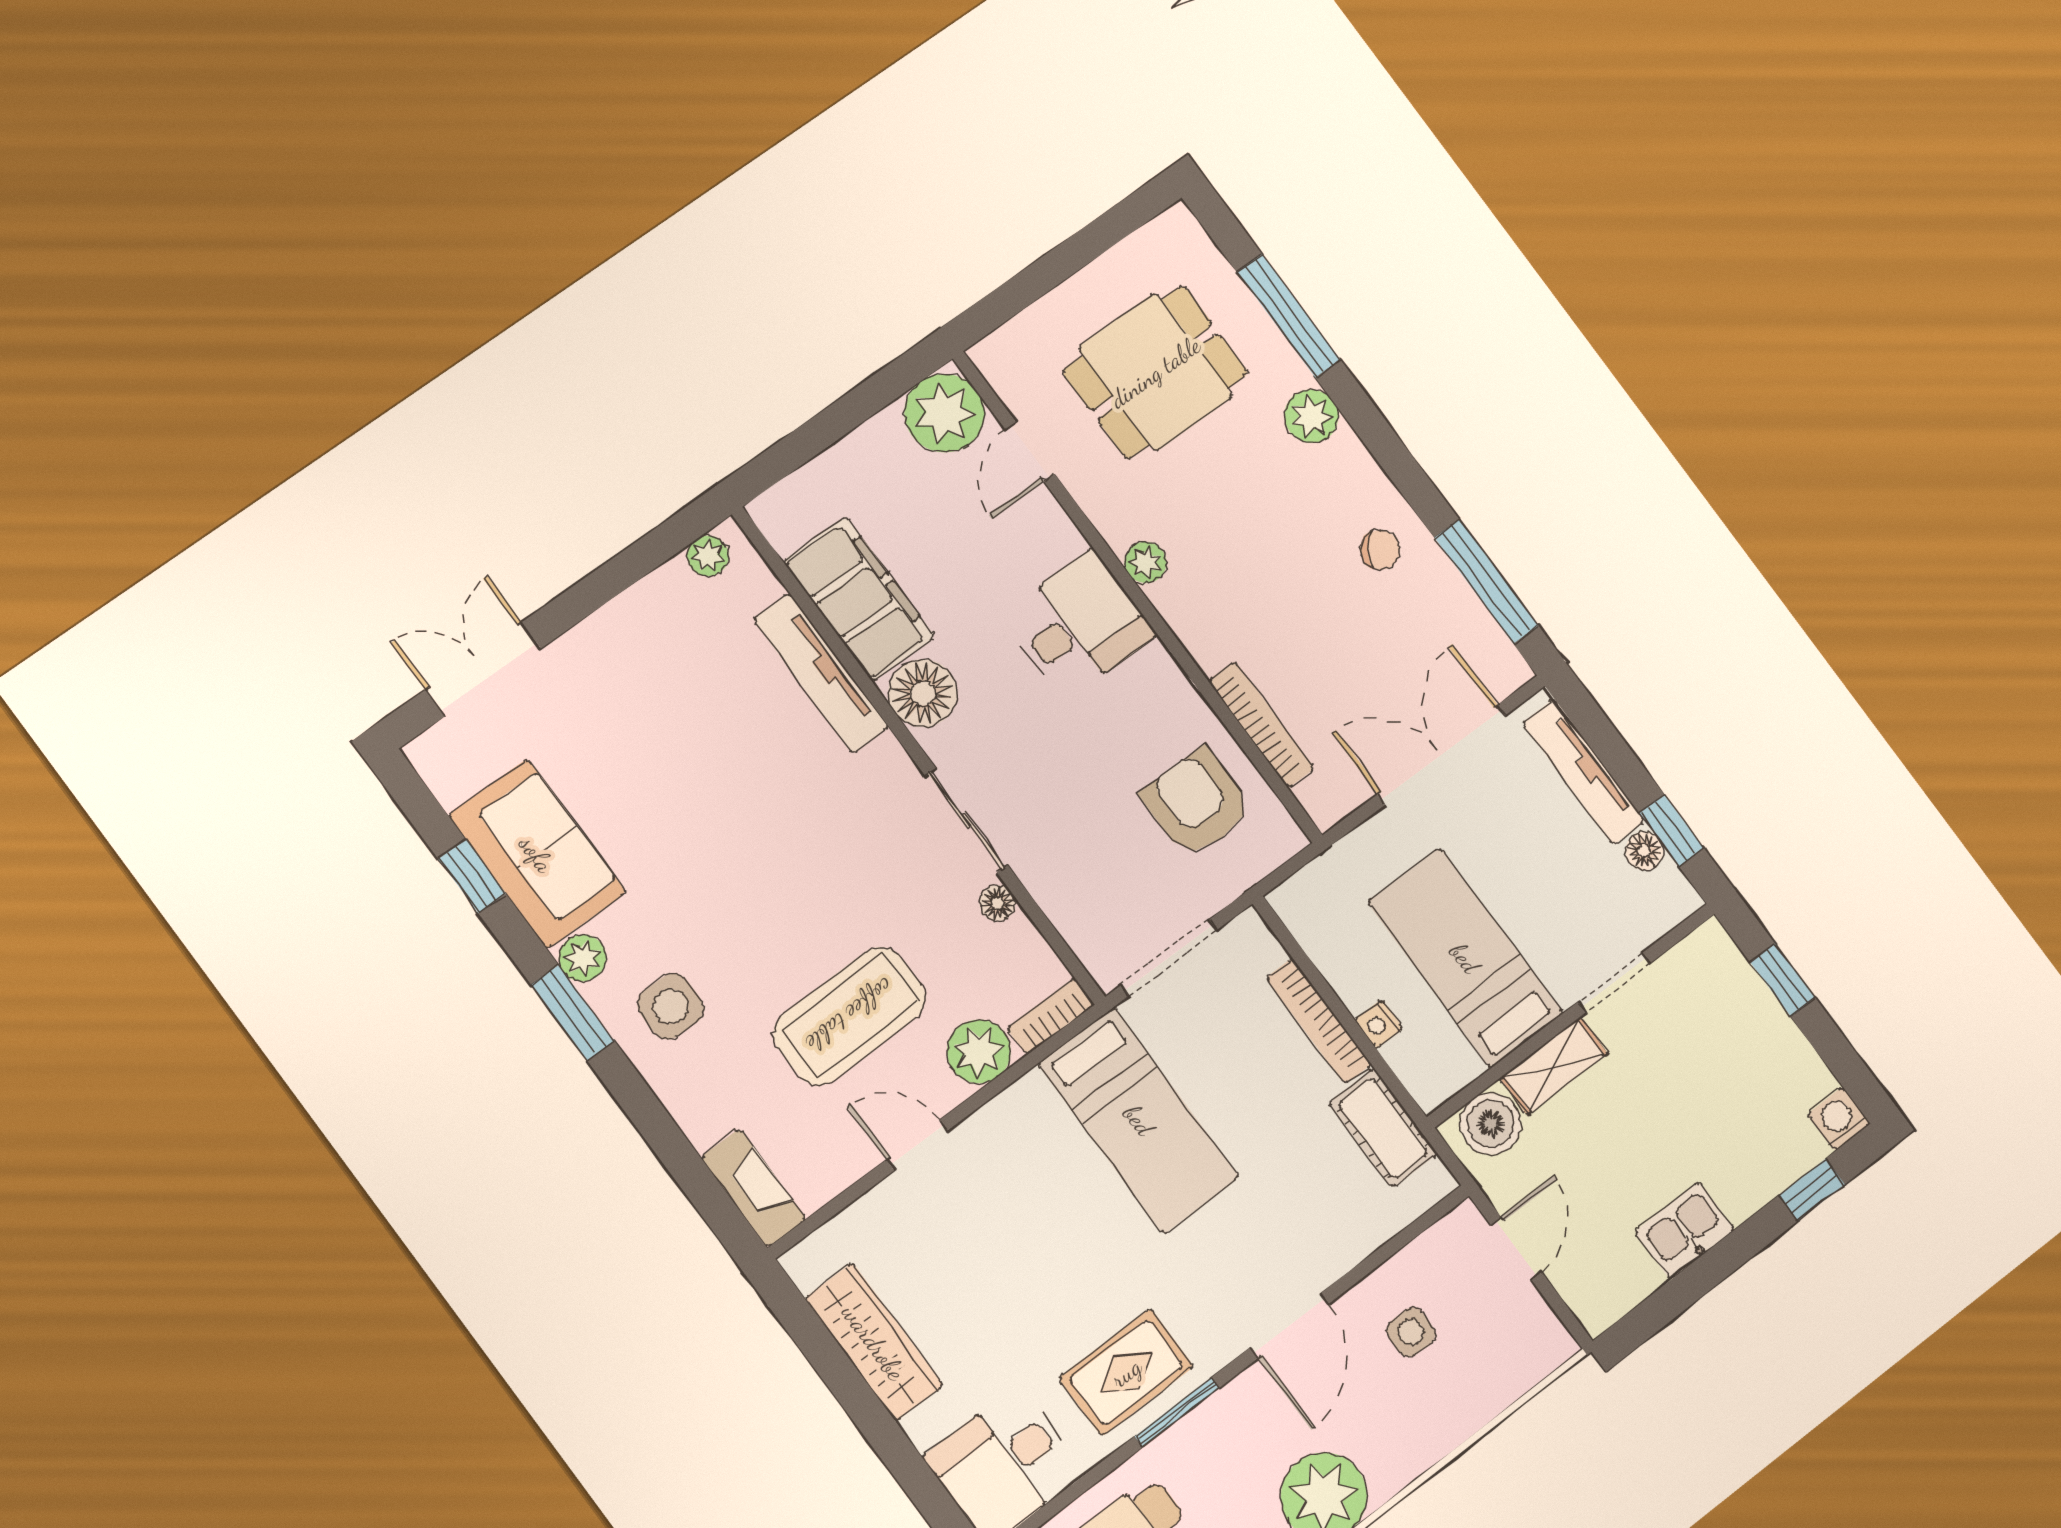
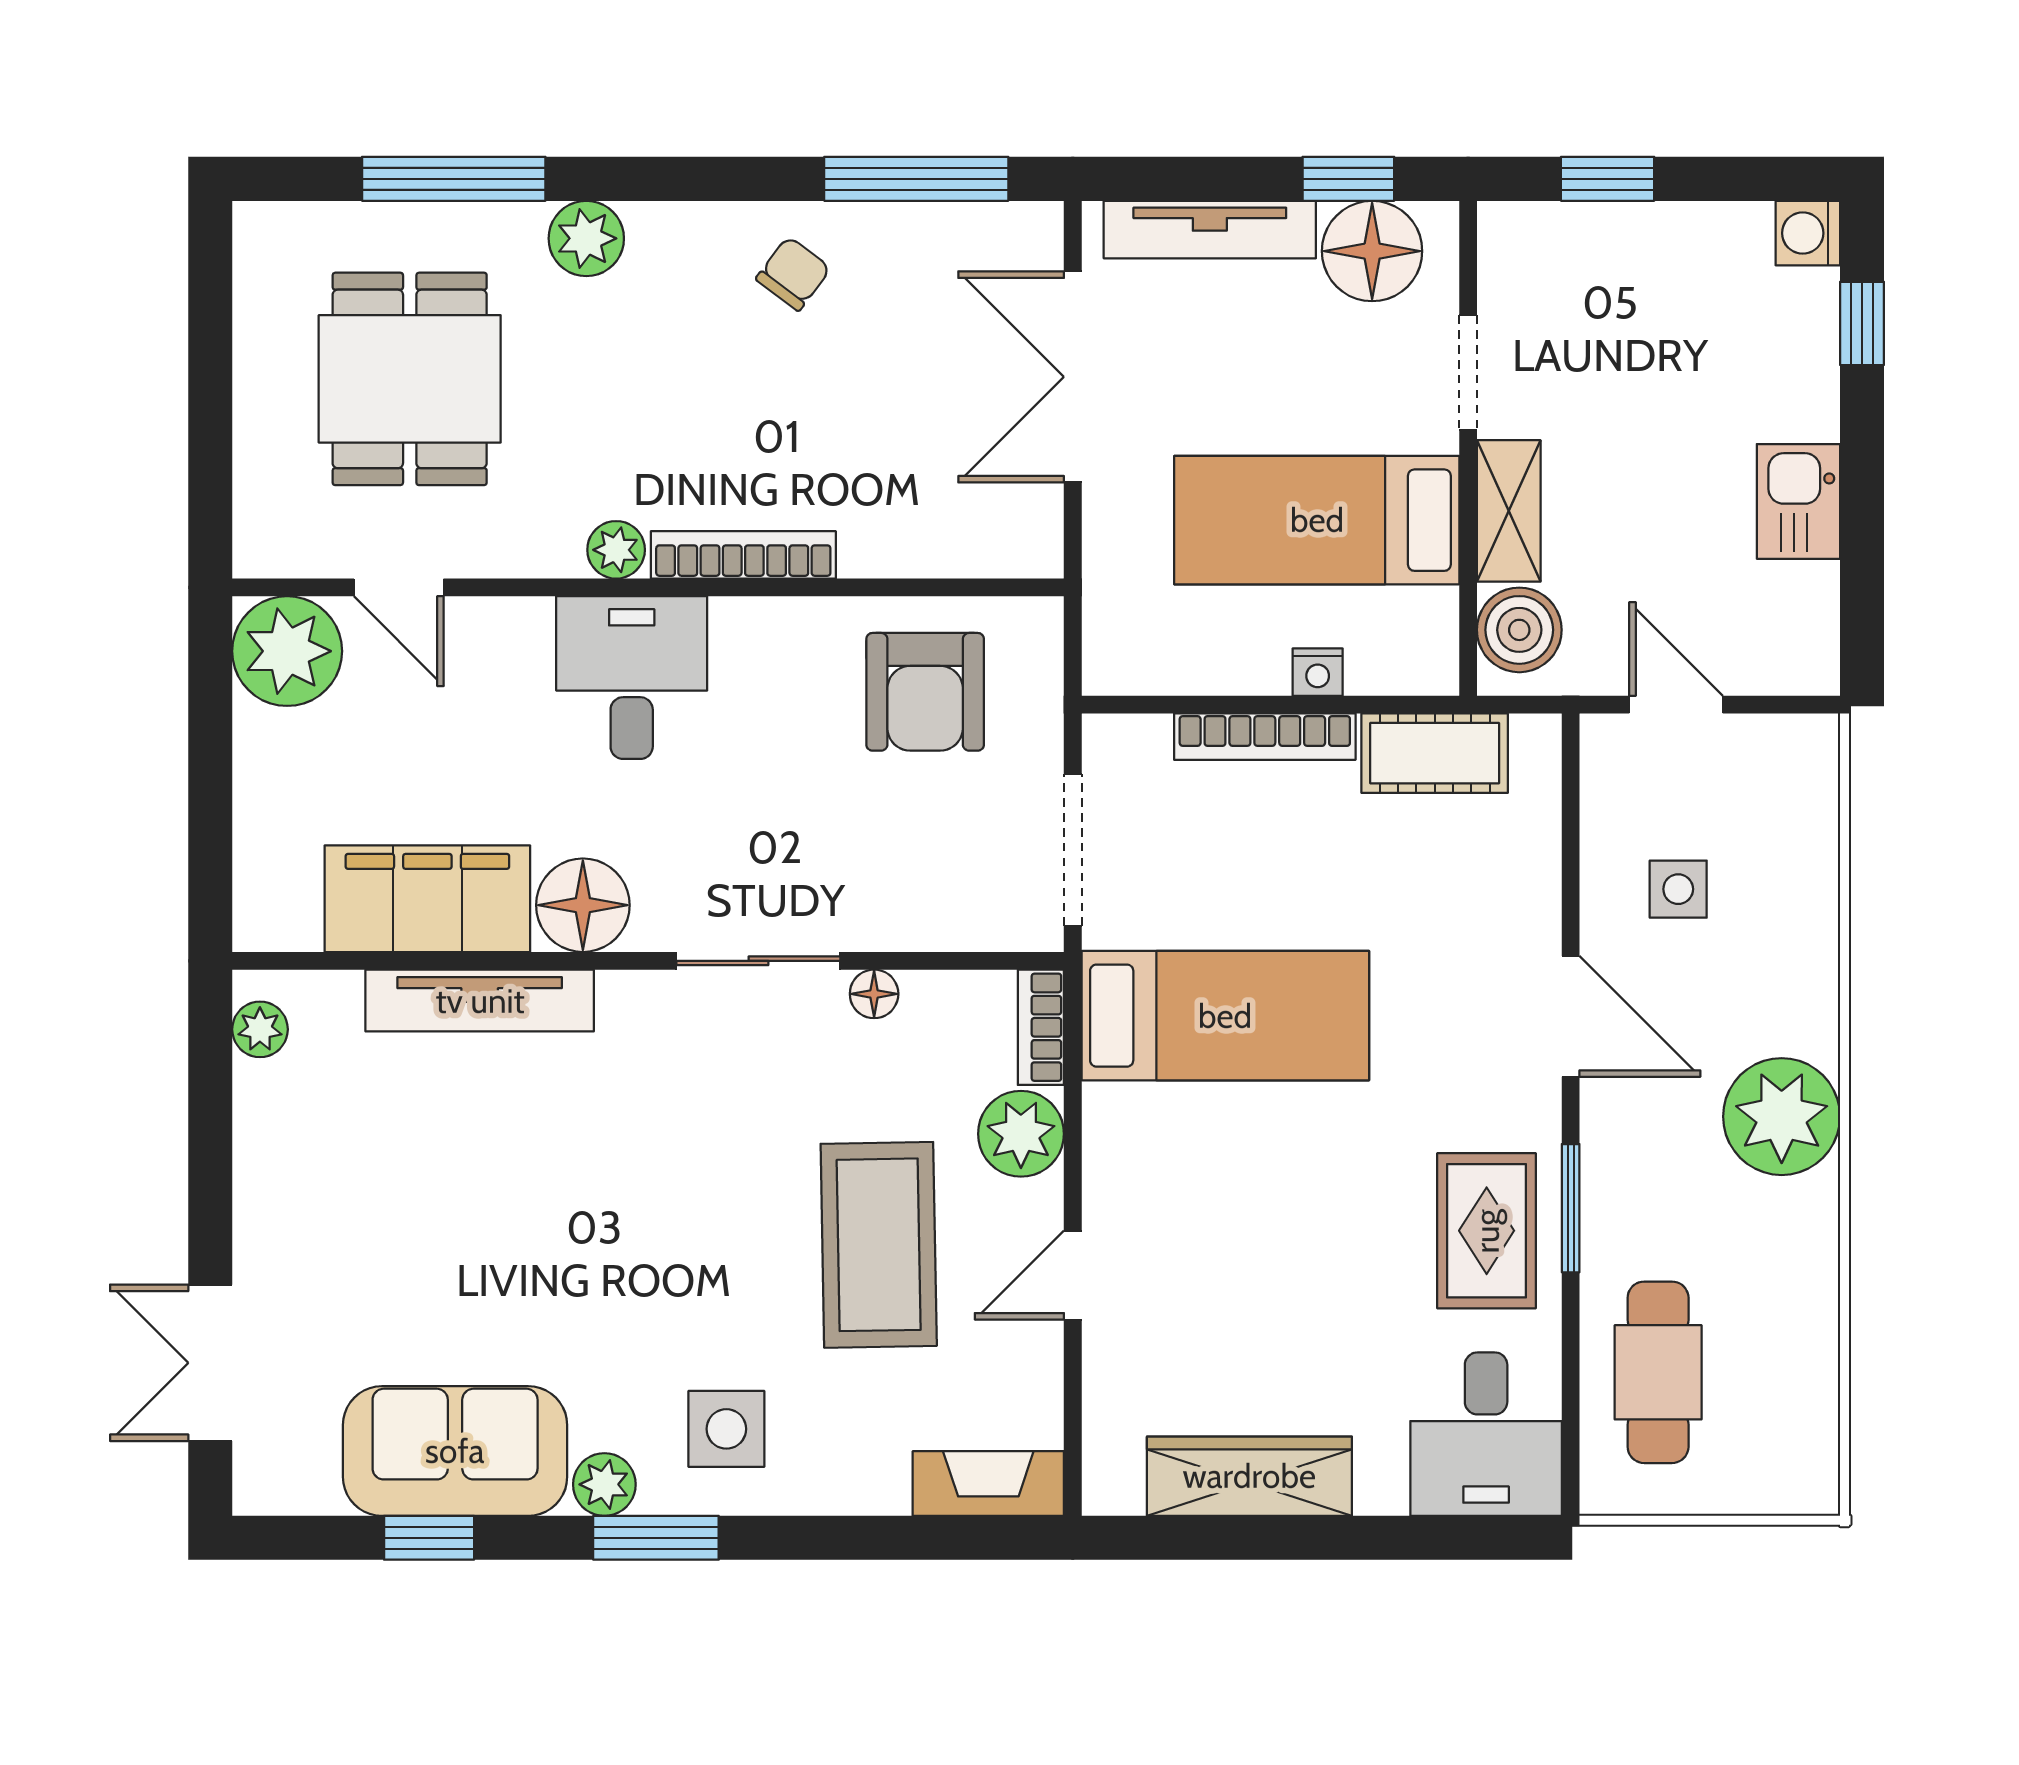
bookcase: (1261, 724) -> (743, 555), moved
armchair: (1197, 803) -> (925, 692), turned -90
floor lamp: (1644, 851) -> (1372, 251), width x1.89, depth x1.89

